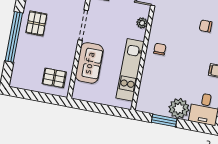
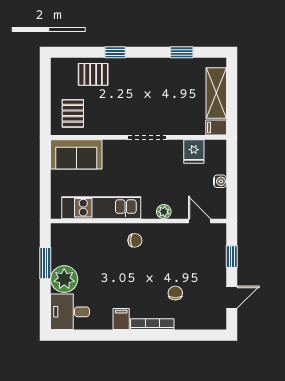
pallet: (36, 23) -> (93, 74), moved
window: (14, 37) -> (115, 52), width x0.32
sofa: (89, 63) -> (76, 154), moved

